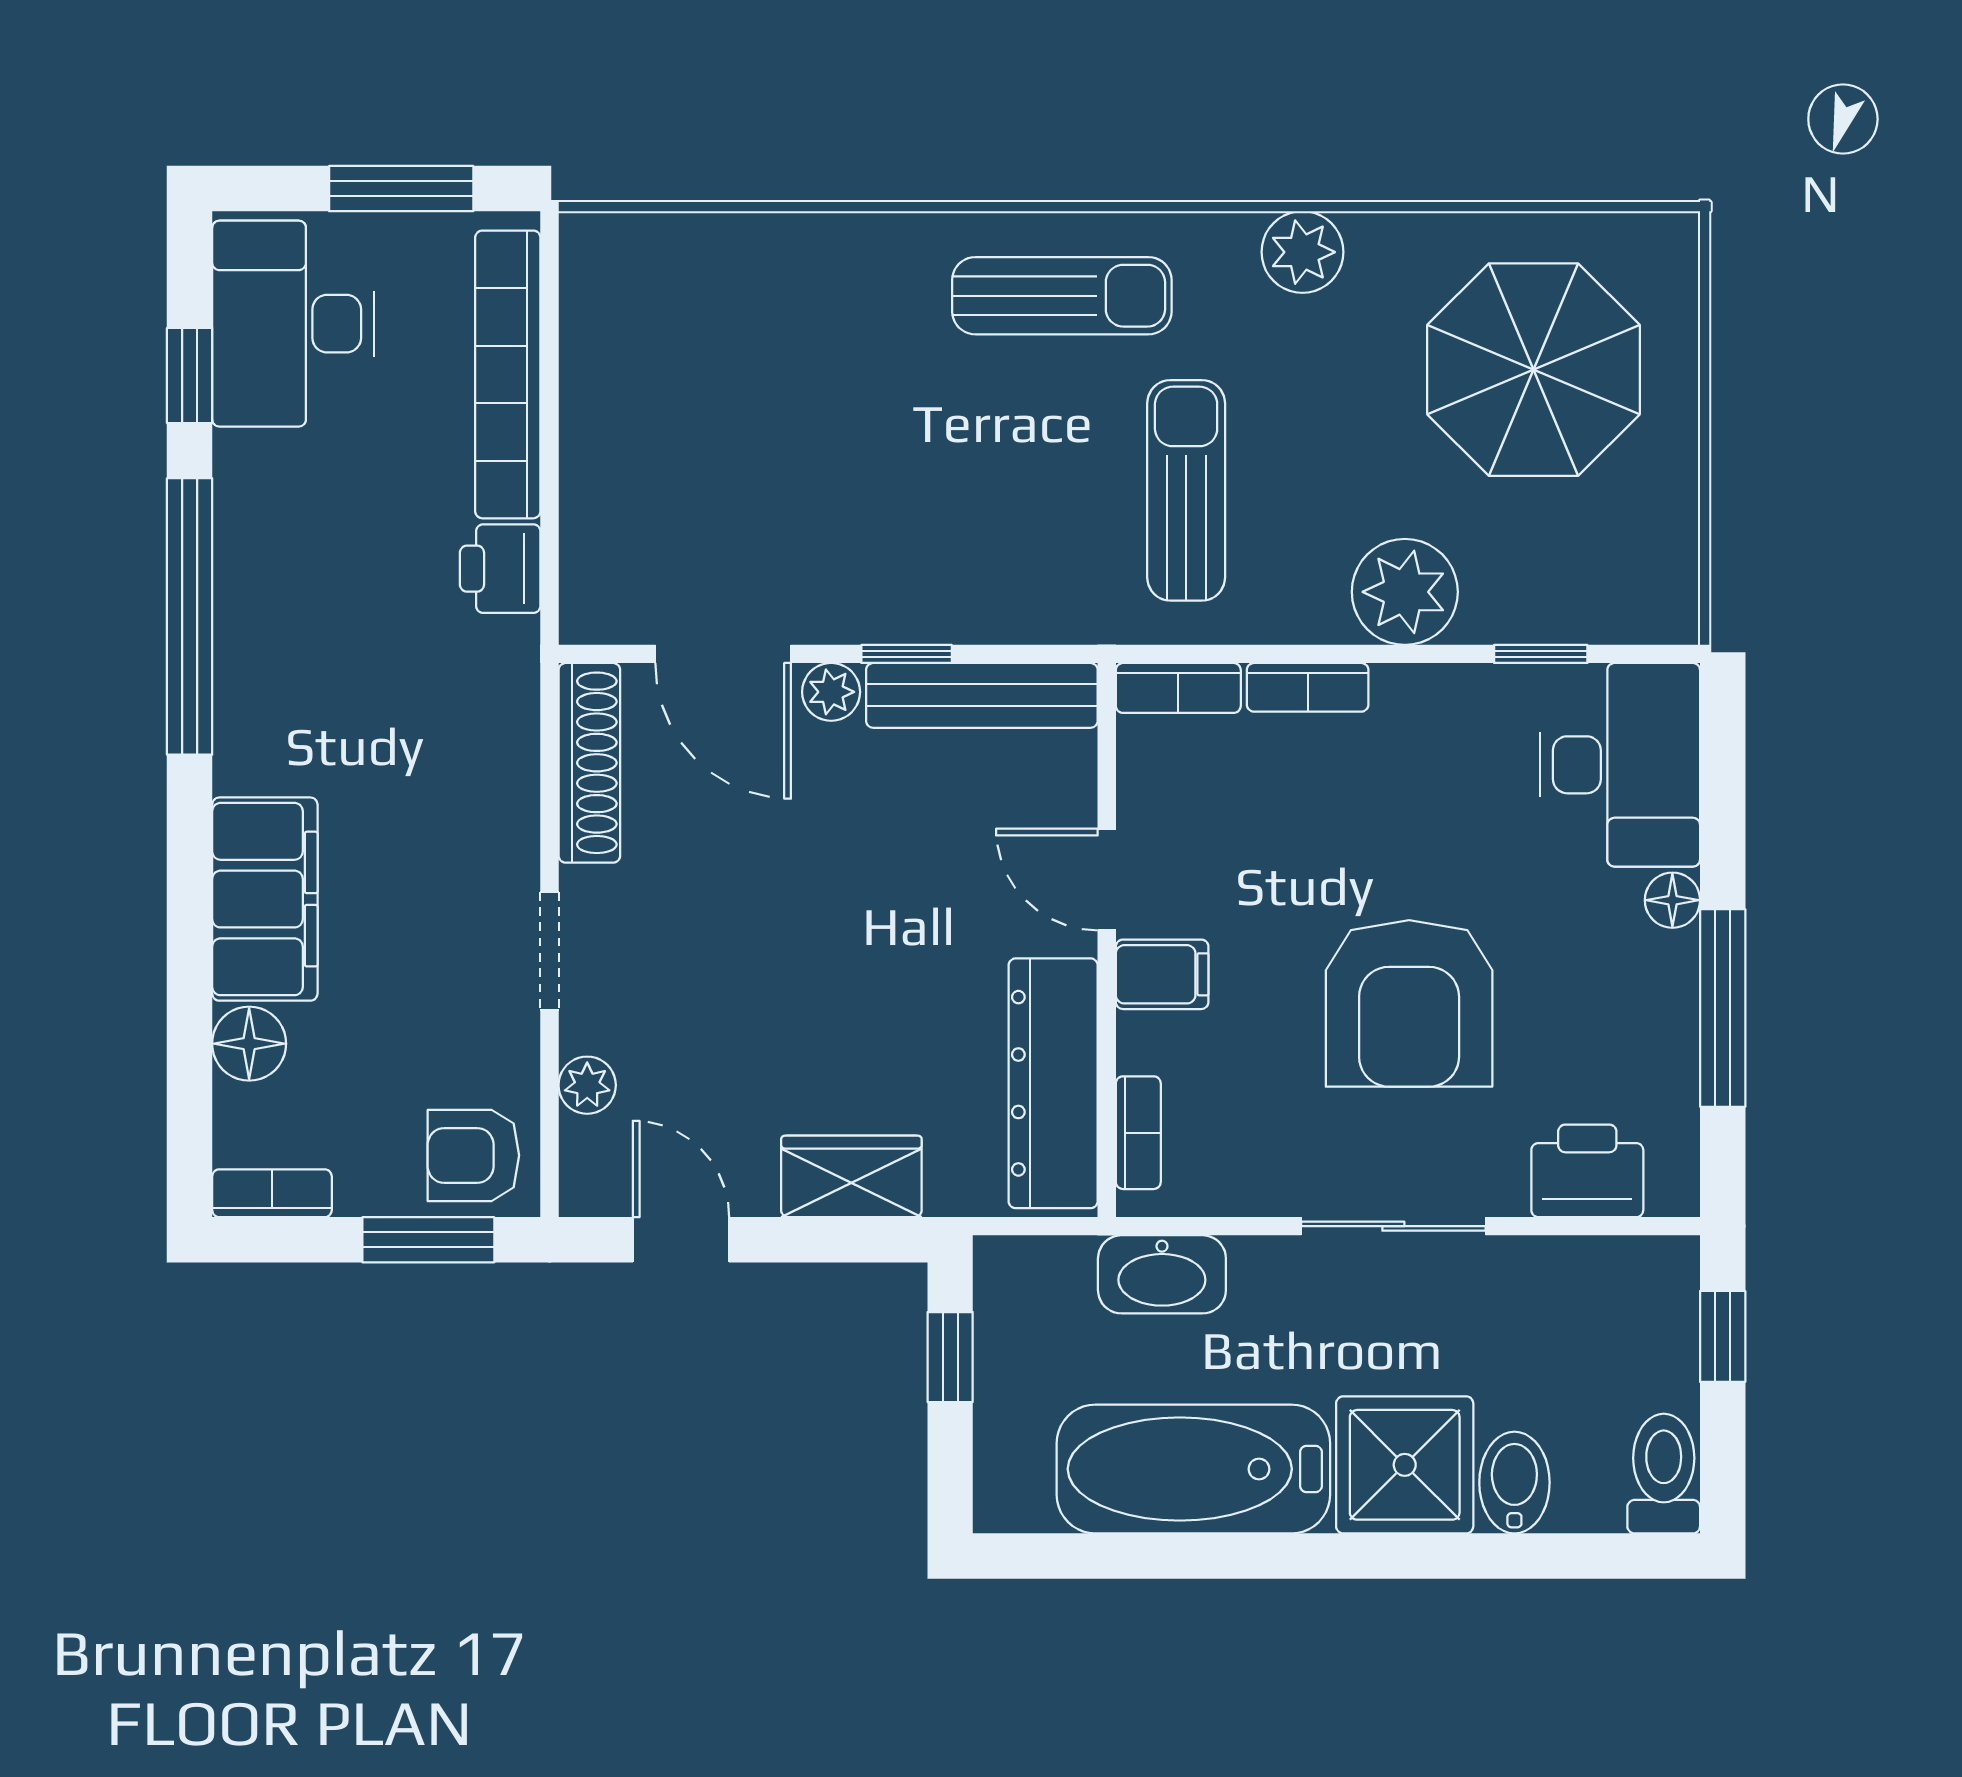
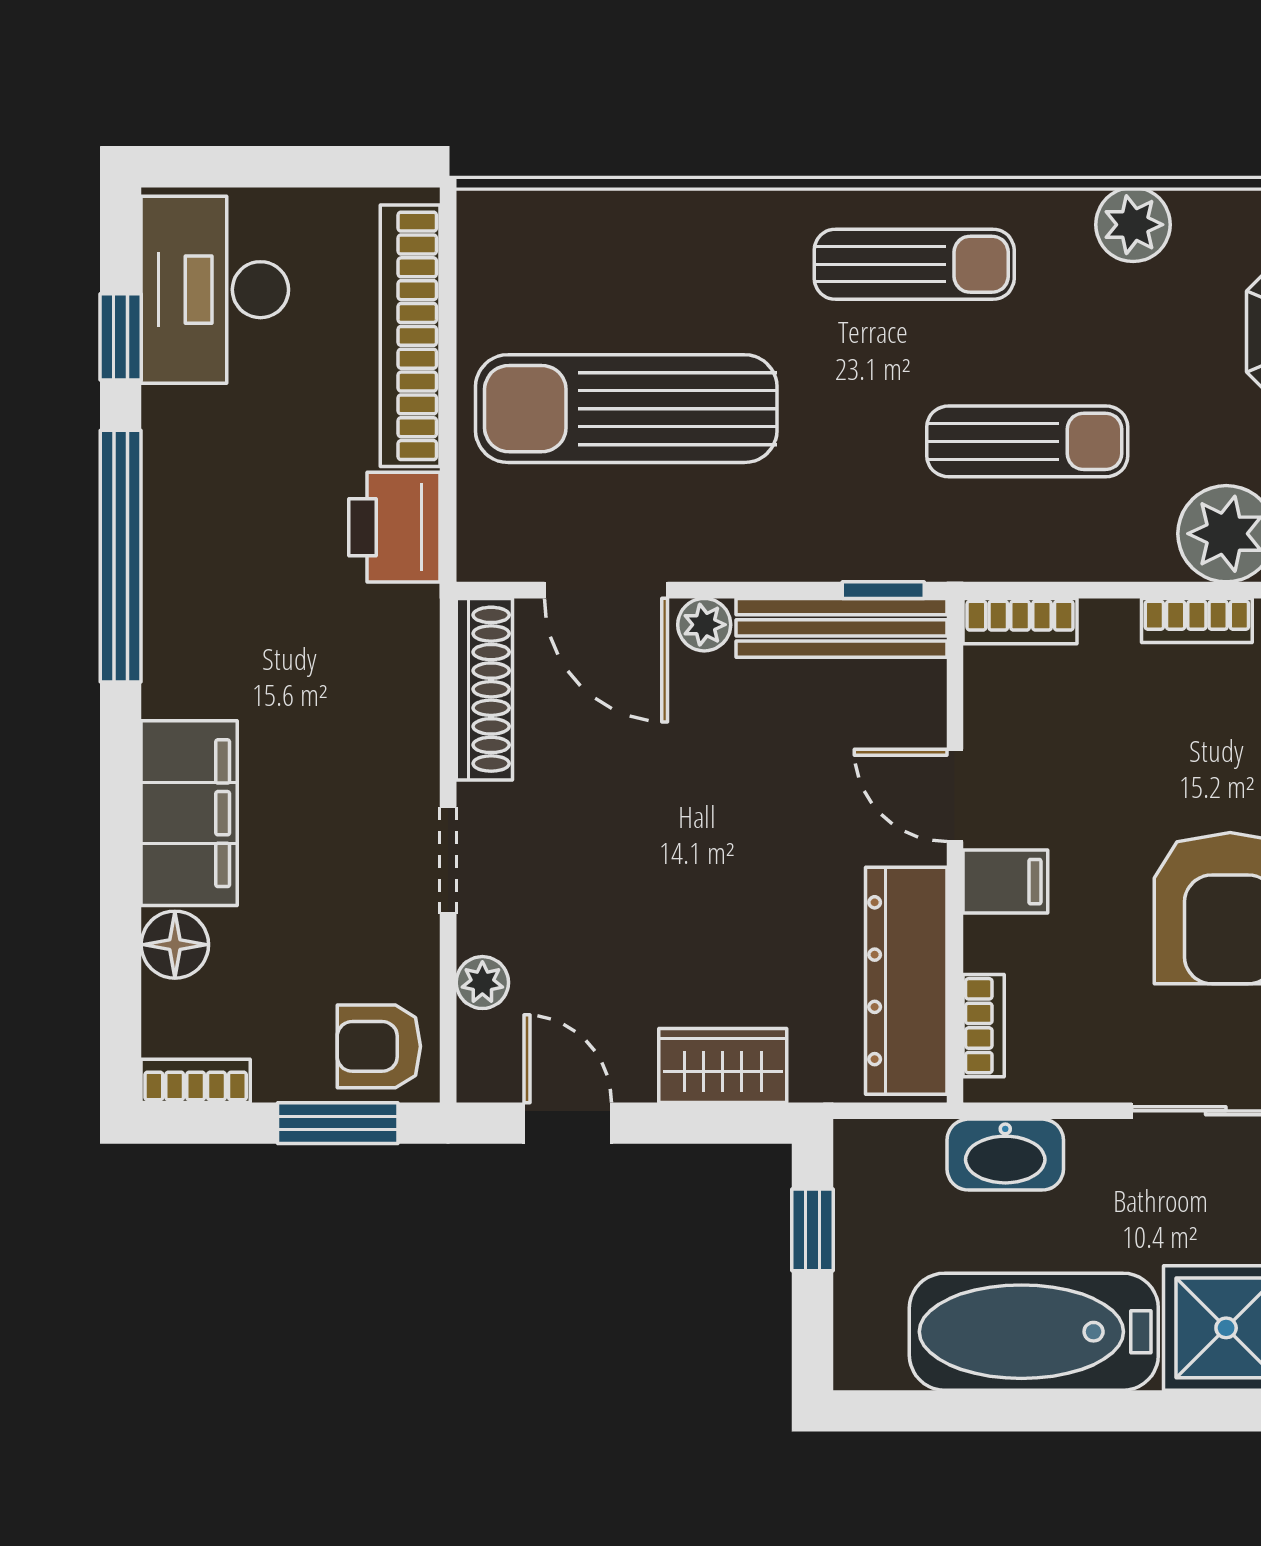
window: (401, 189) -> (313, 167), removed
sun lounger: (745, 454) -> (626, 409), added
sun lounger: (1186, 490) -> (1027, 441), turned 90
printer: (500, 569) -> (394, 527), width x1.36, depth x1.24
window: (907, 654) -> (883, 590), moved
bookcase: (1308, 687) -> (1197, 621), moved

